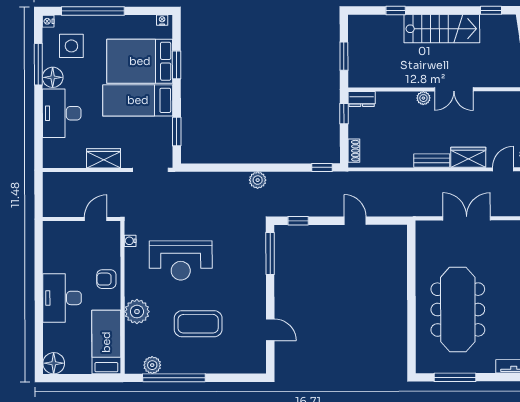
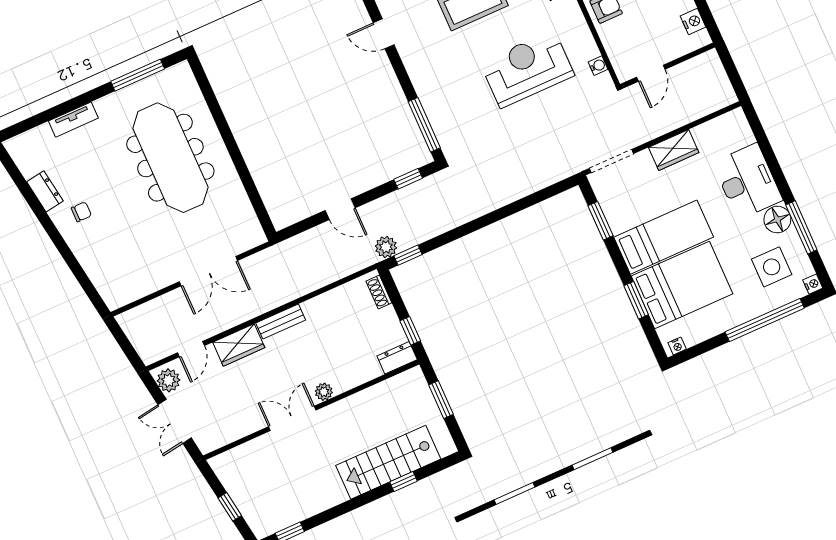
stairs: (442, 29) -> (388, 462), moved
plant: (258, 180) -> (386, 247), moved
nightstand: (50, 242) -> (693, 21), added

